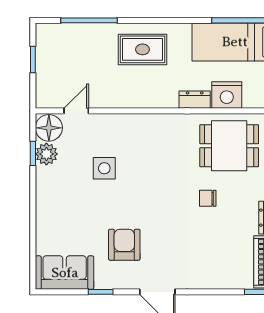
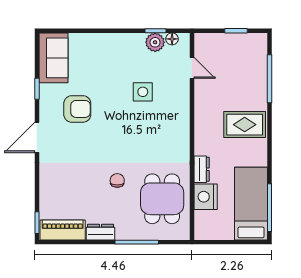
rug: (143, 49) -> (245, 125), turned 90
floor lamp: (49, 128) -> (172, 39), width x0.53, depth x0.53

